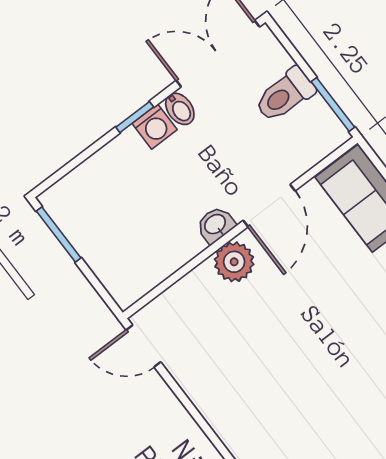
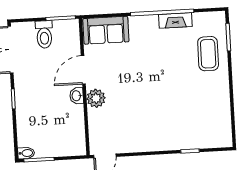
bidet: (180, 109) -> (26, 153), moved
washing machine: (155, 127) -> (22, 94), removed
door: (269, 206) -> (83, 70), swing flipped

